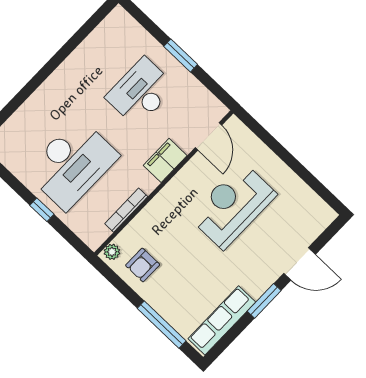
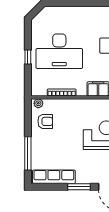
armchair: (143, 265) -> (45, 121), turned 180

